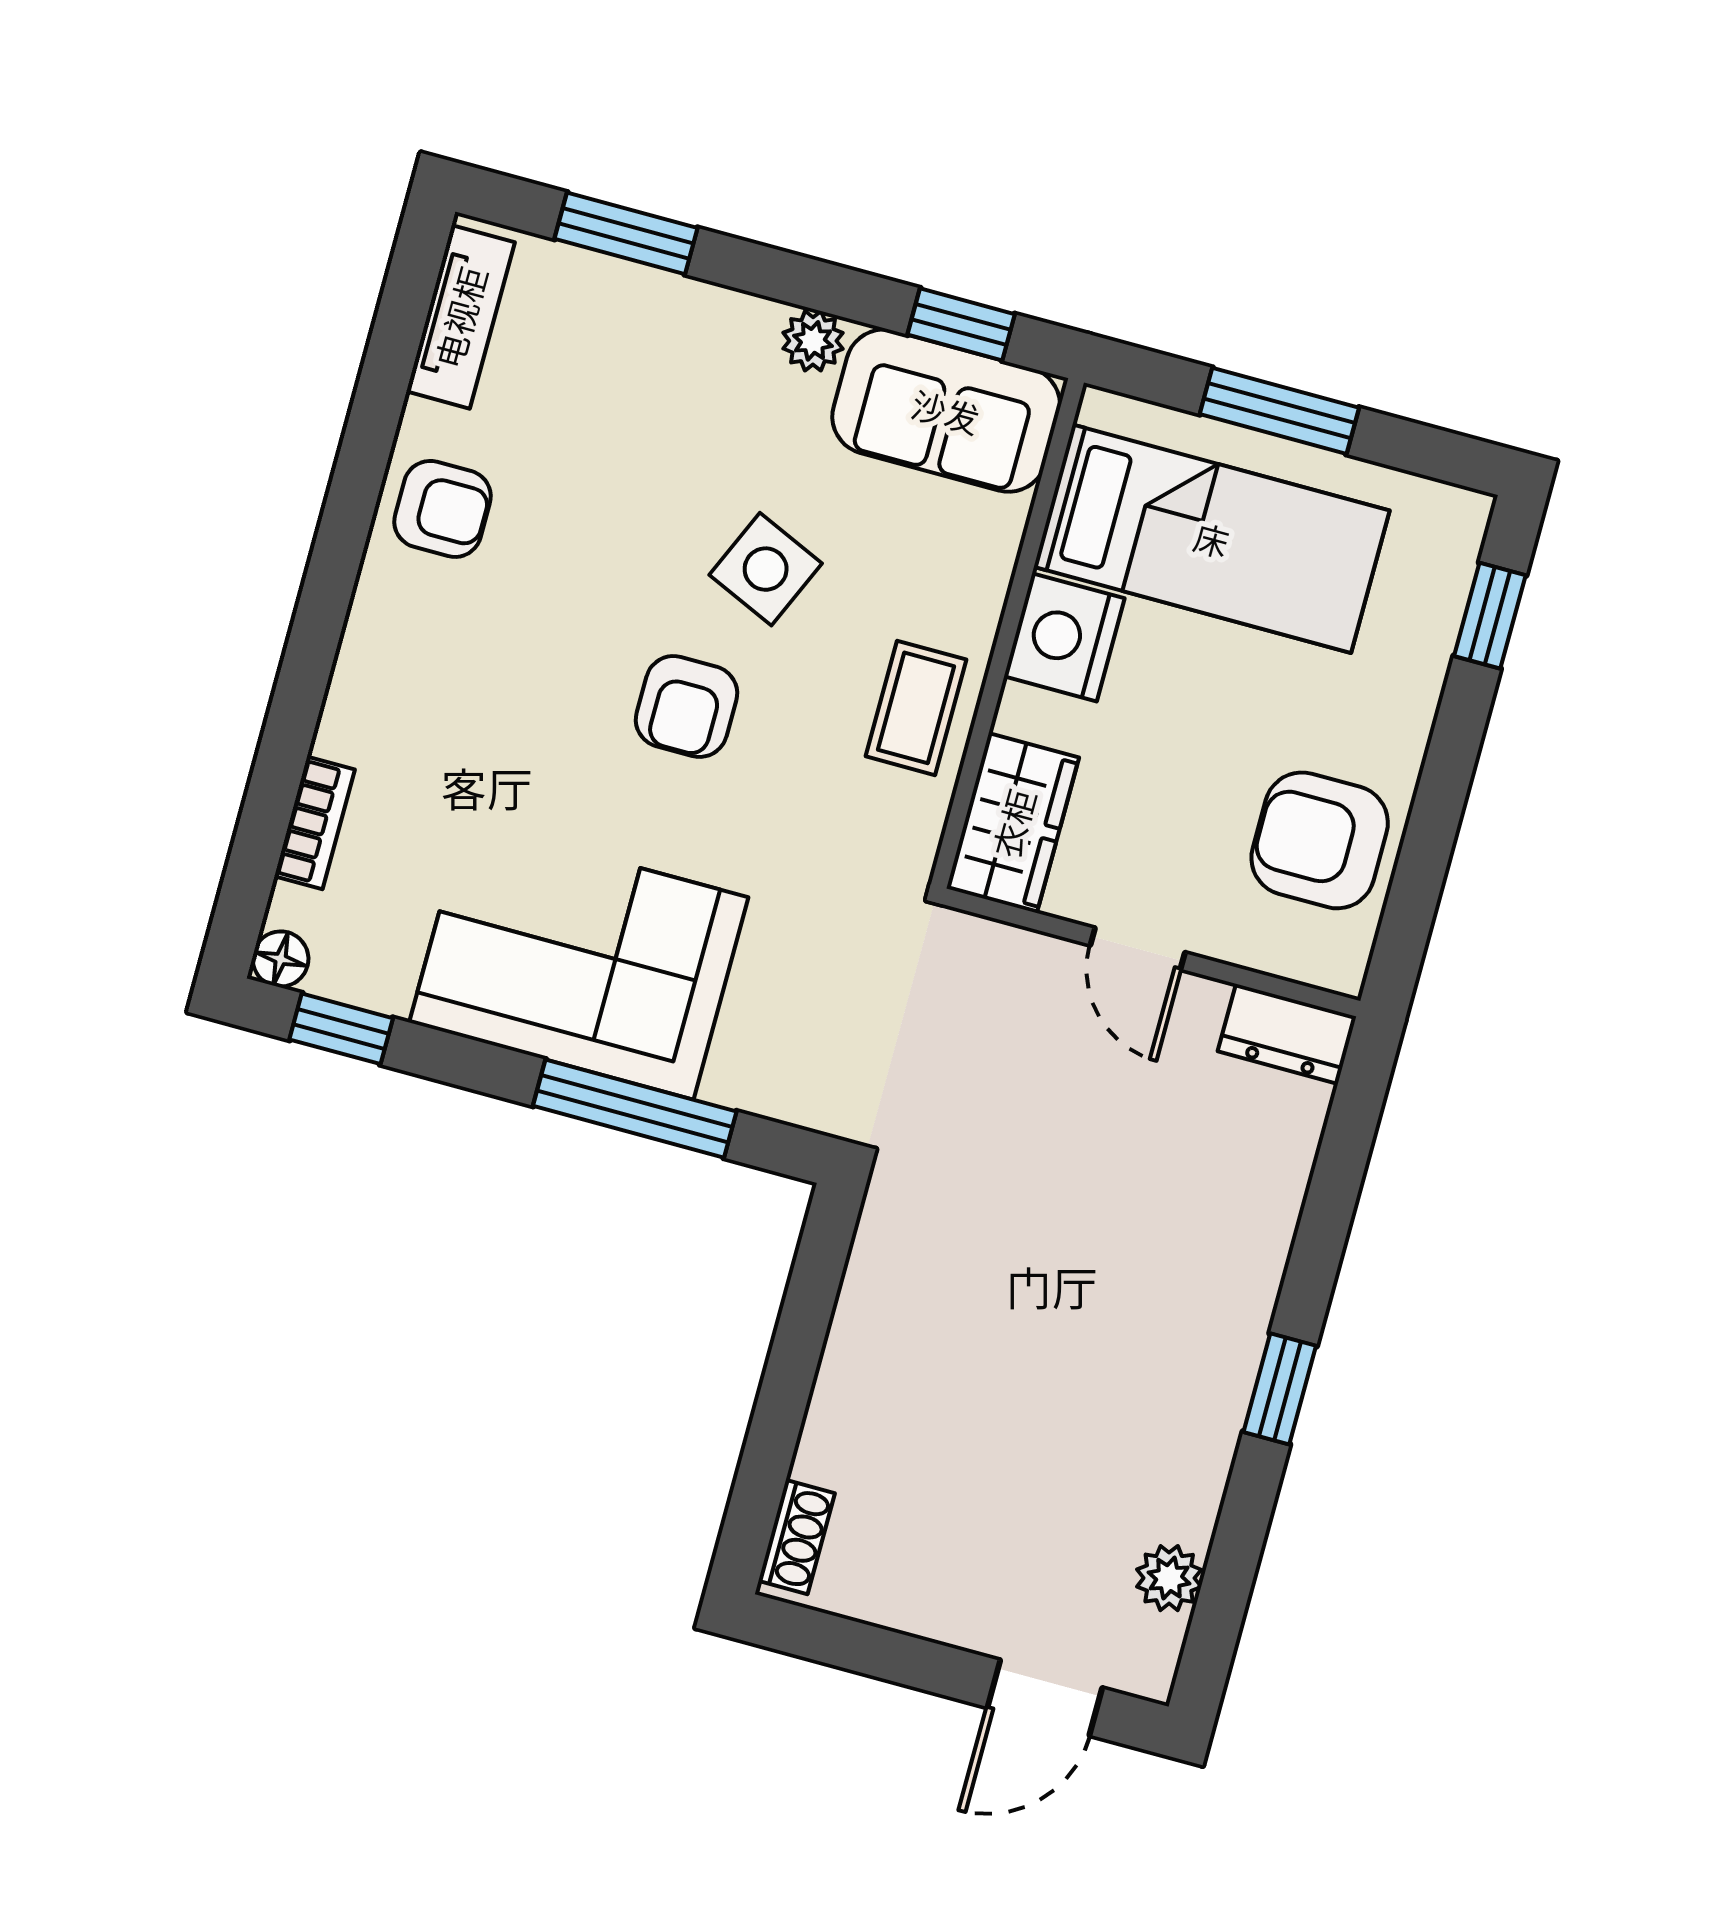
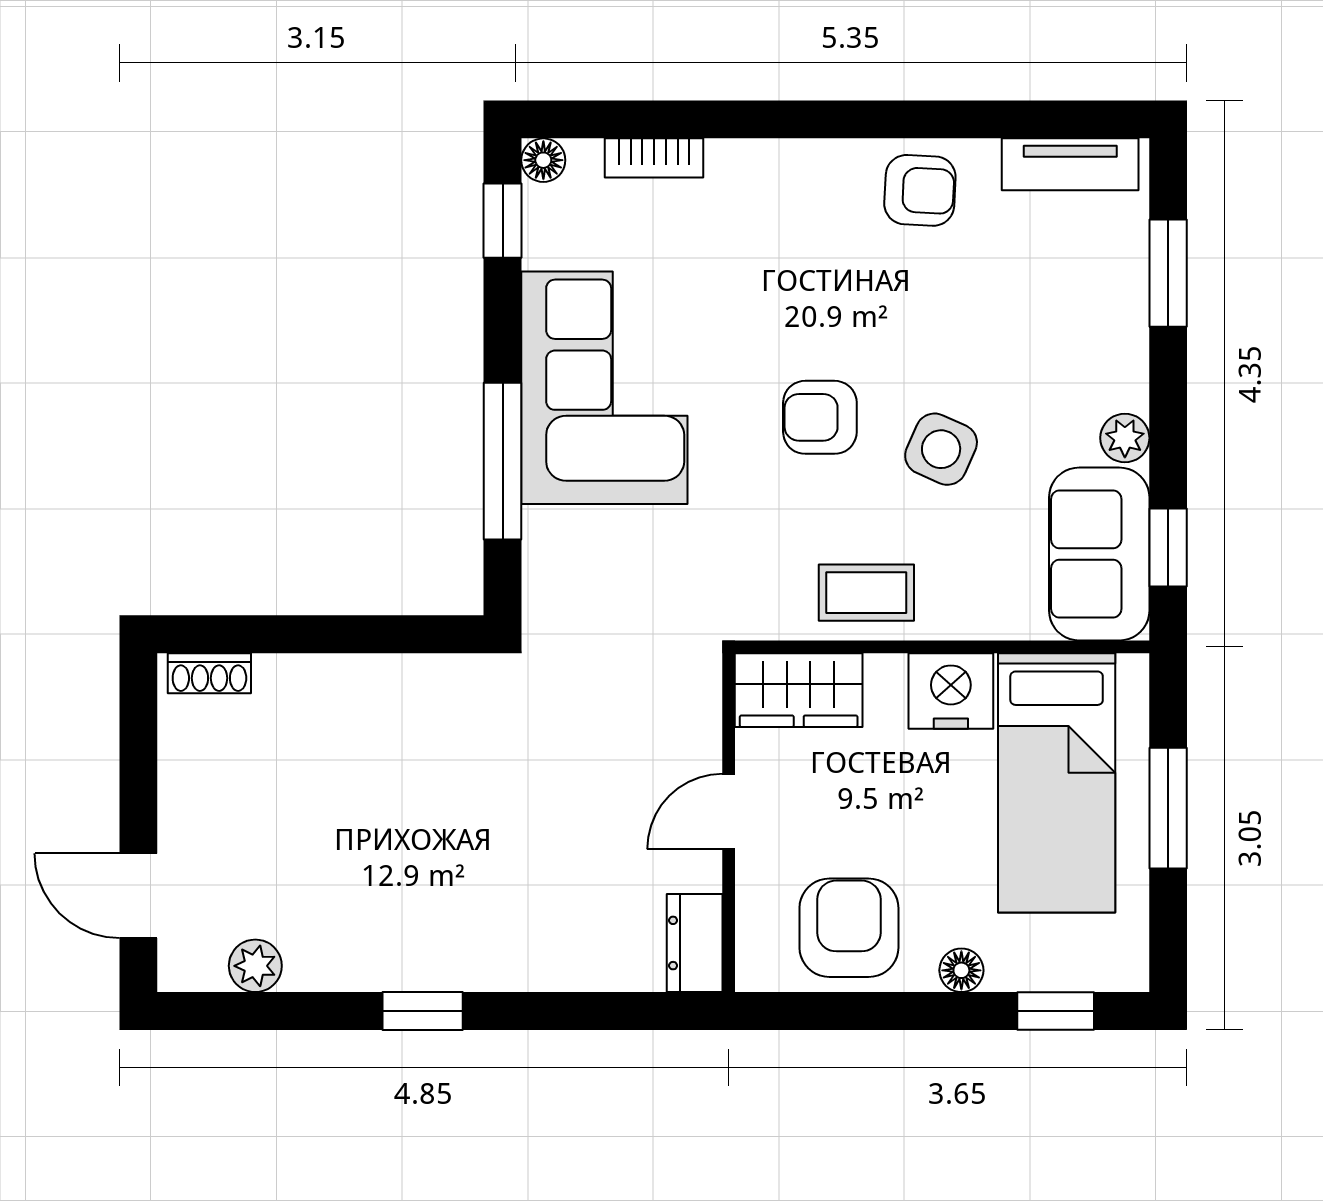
armchair: (442, 509) -> (920, 190), turned -87
floor lamp: (1409, 717) -> (961, 970), added

